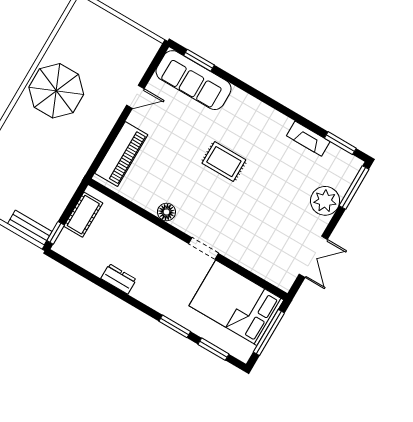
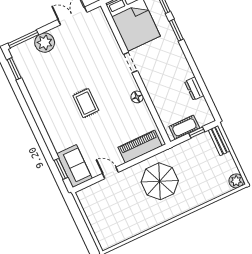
sofa: (194, 80) -> (74, 166), width x0.73
parasol: (56, 91) -> (160, 181), moved
fireplace: (308, 139) -> (30, 84), removed
window: (56, 233) -> (197, 132), moved
dresser: (119, 279) -> (194, 89), moved

